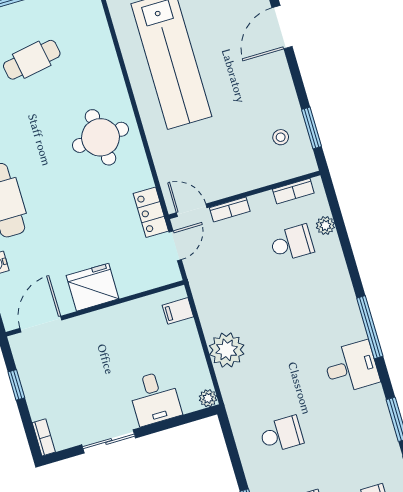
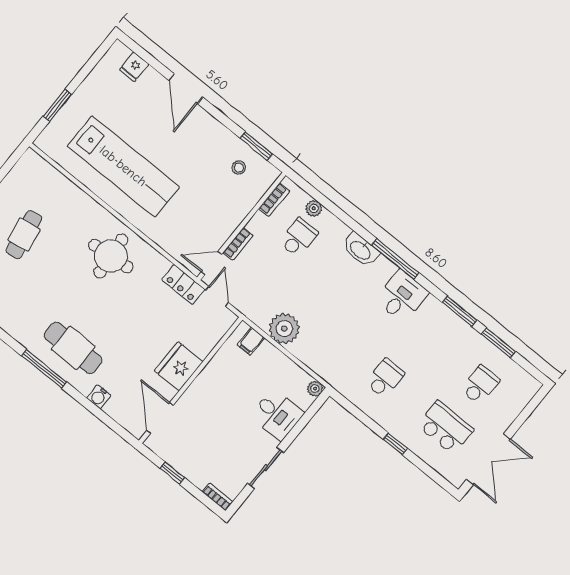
washbasin: (343, 296) -> (361, 250), added
plant: (227, 350) -> (284, 329), moved

